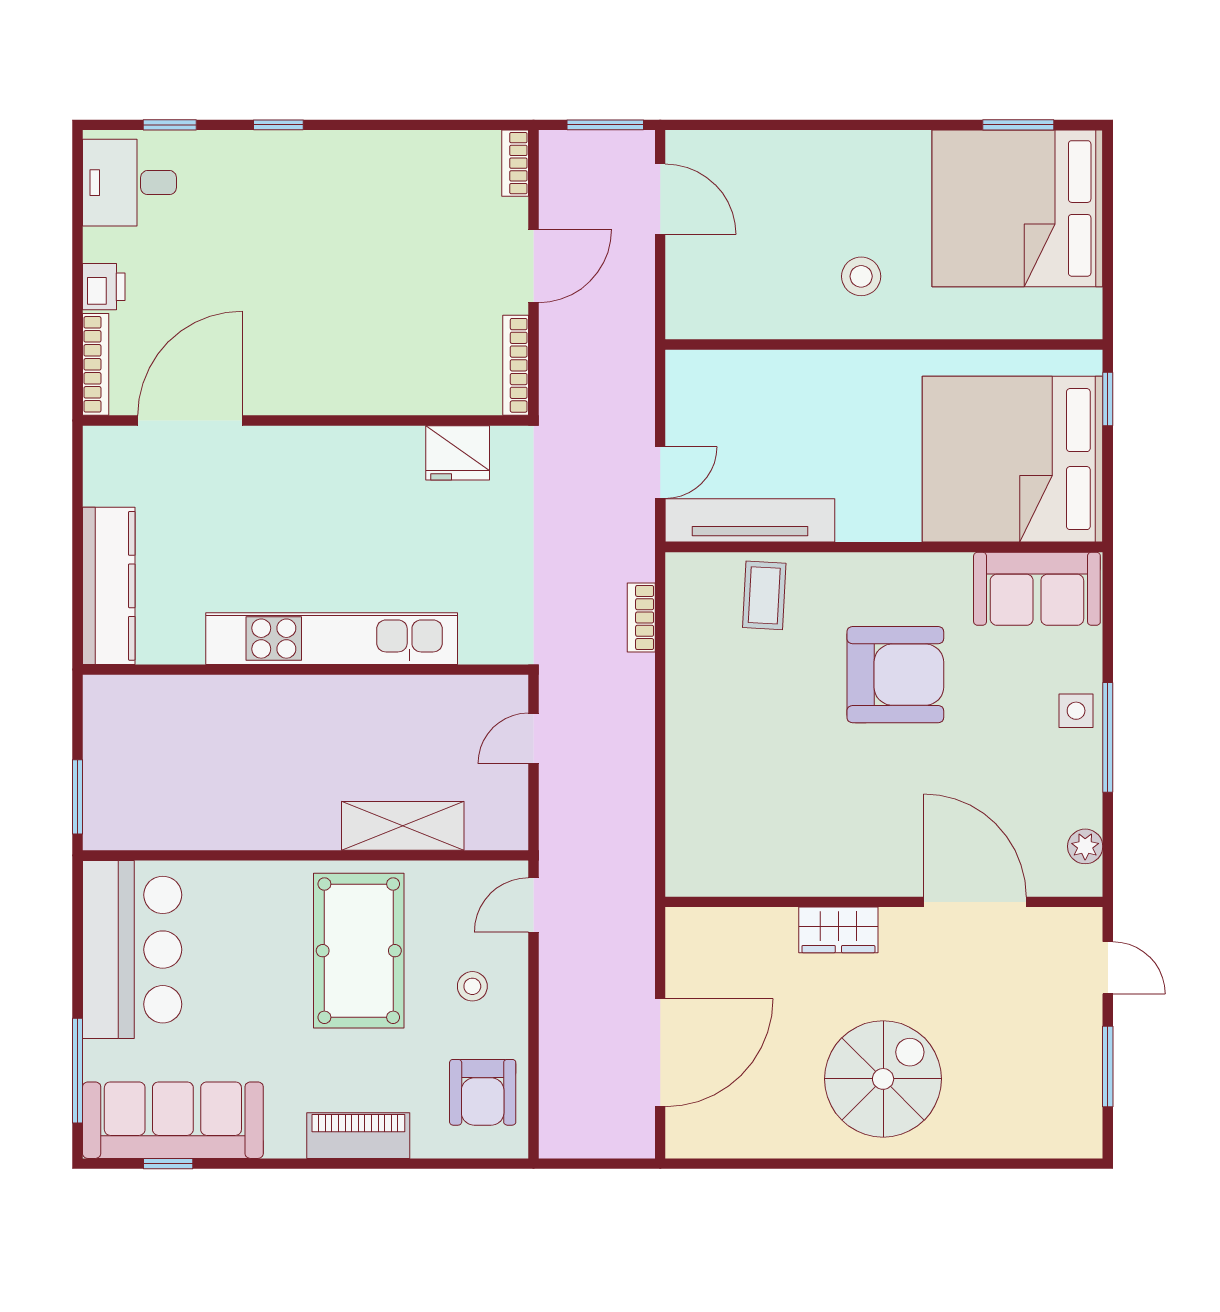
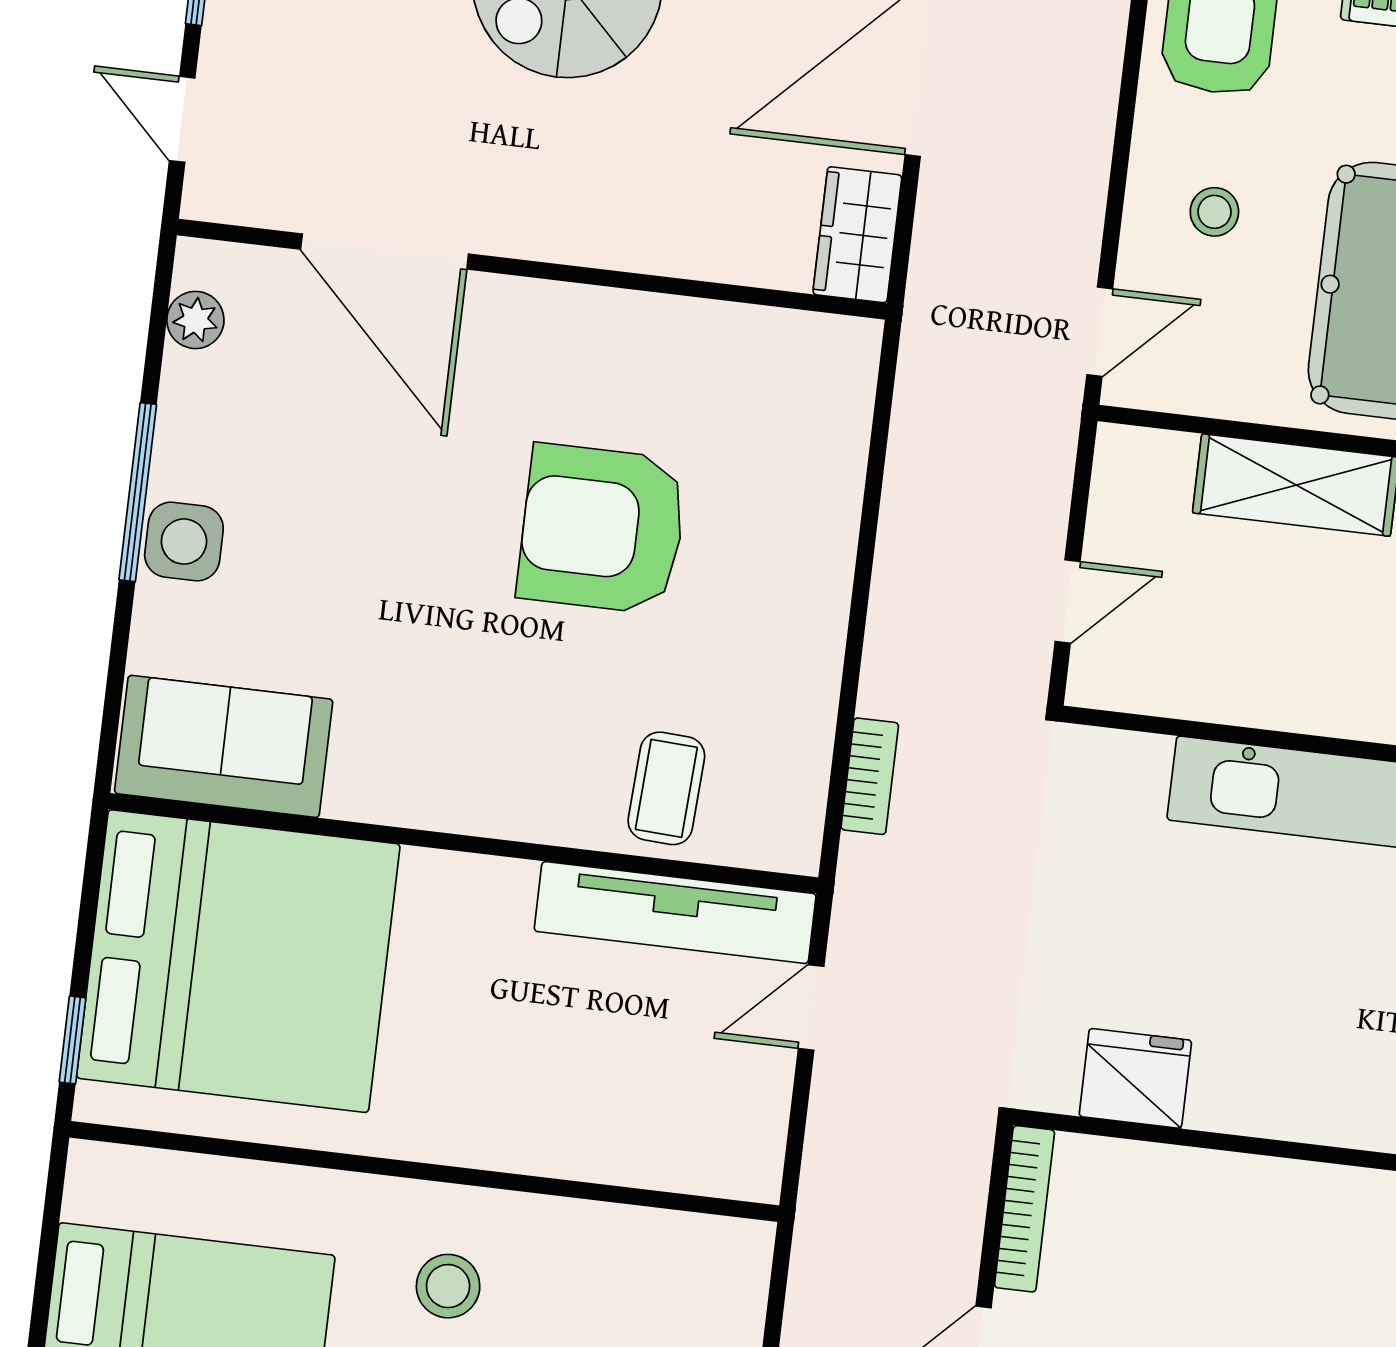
armchair: (895, 675) -> (602, 529), moved
side table: (1076, 711) -> (184, 542), width x1.37, depth x1.37
wardrobe: (838, 930) -> (857, 235), moved, turned -90

